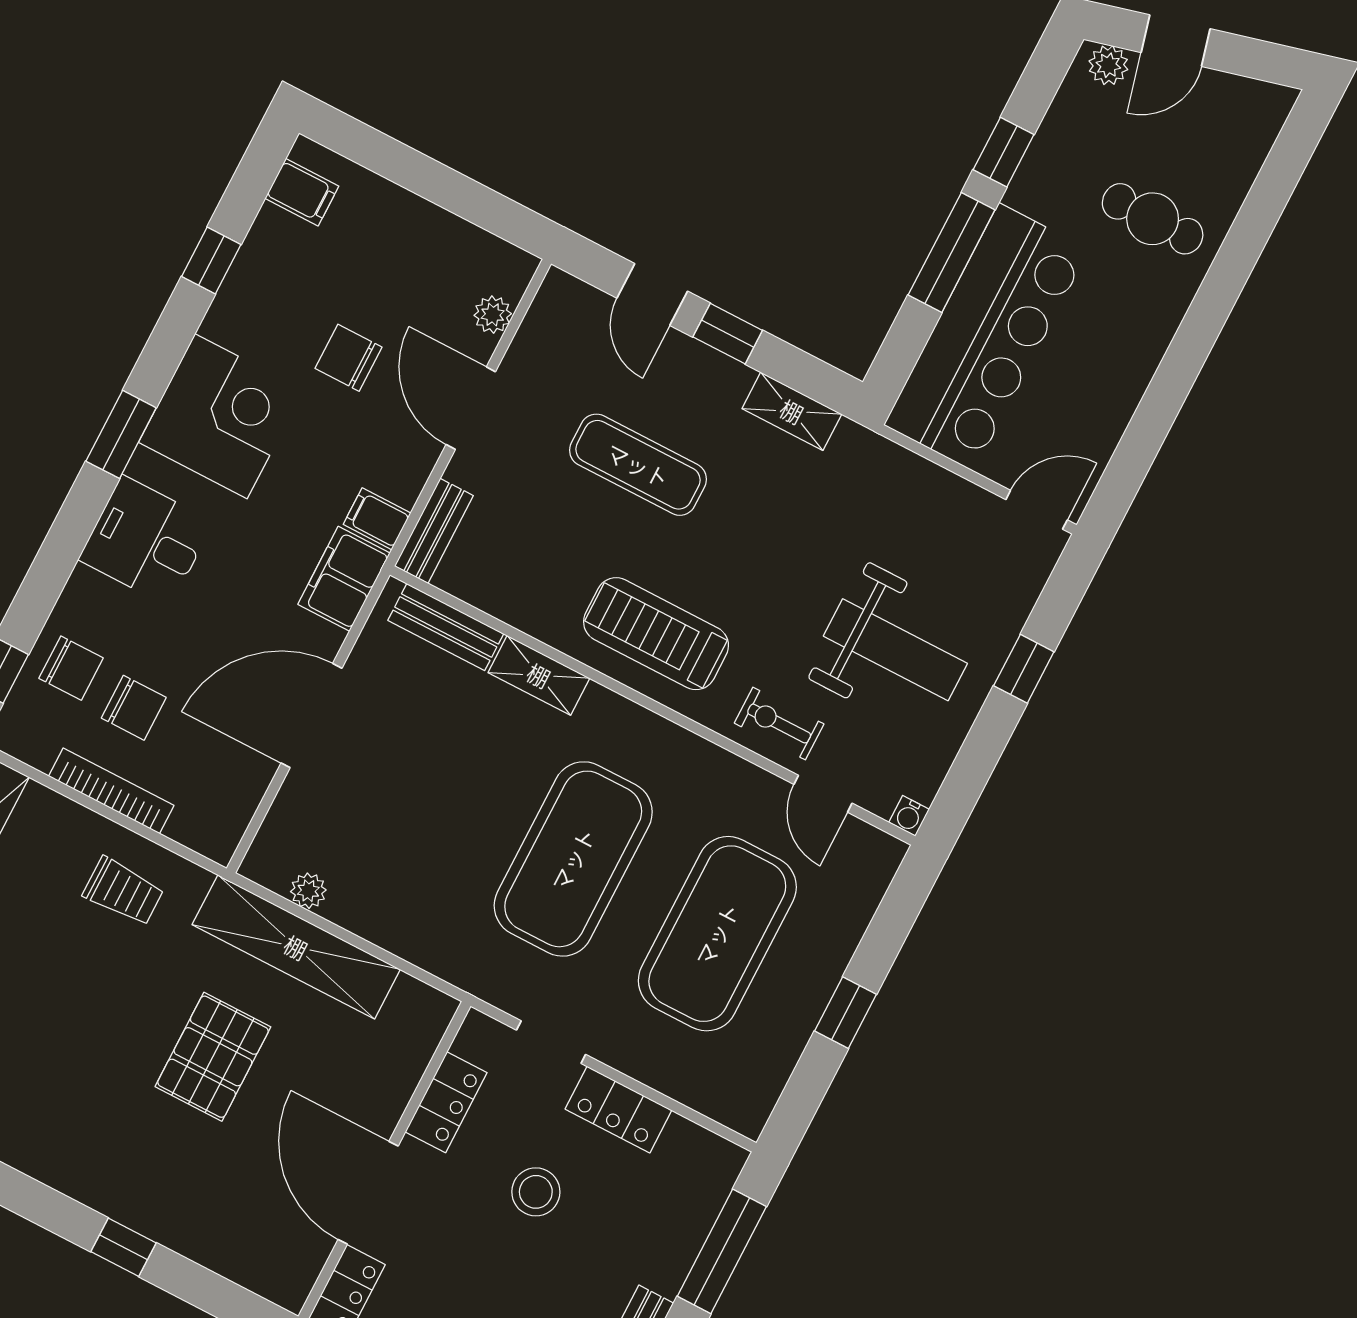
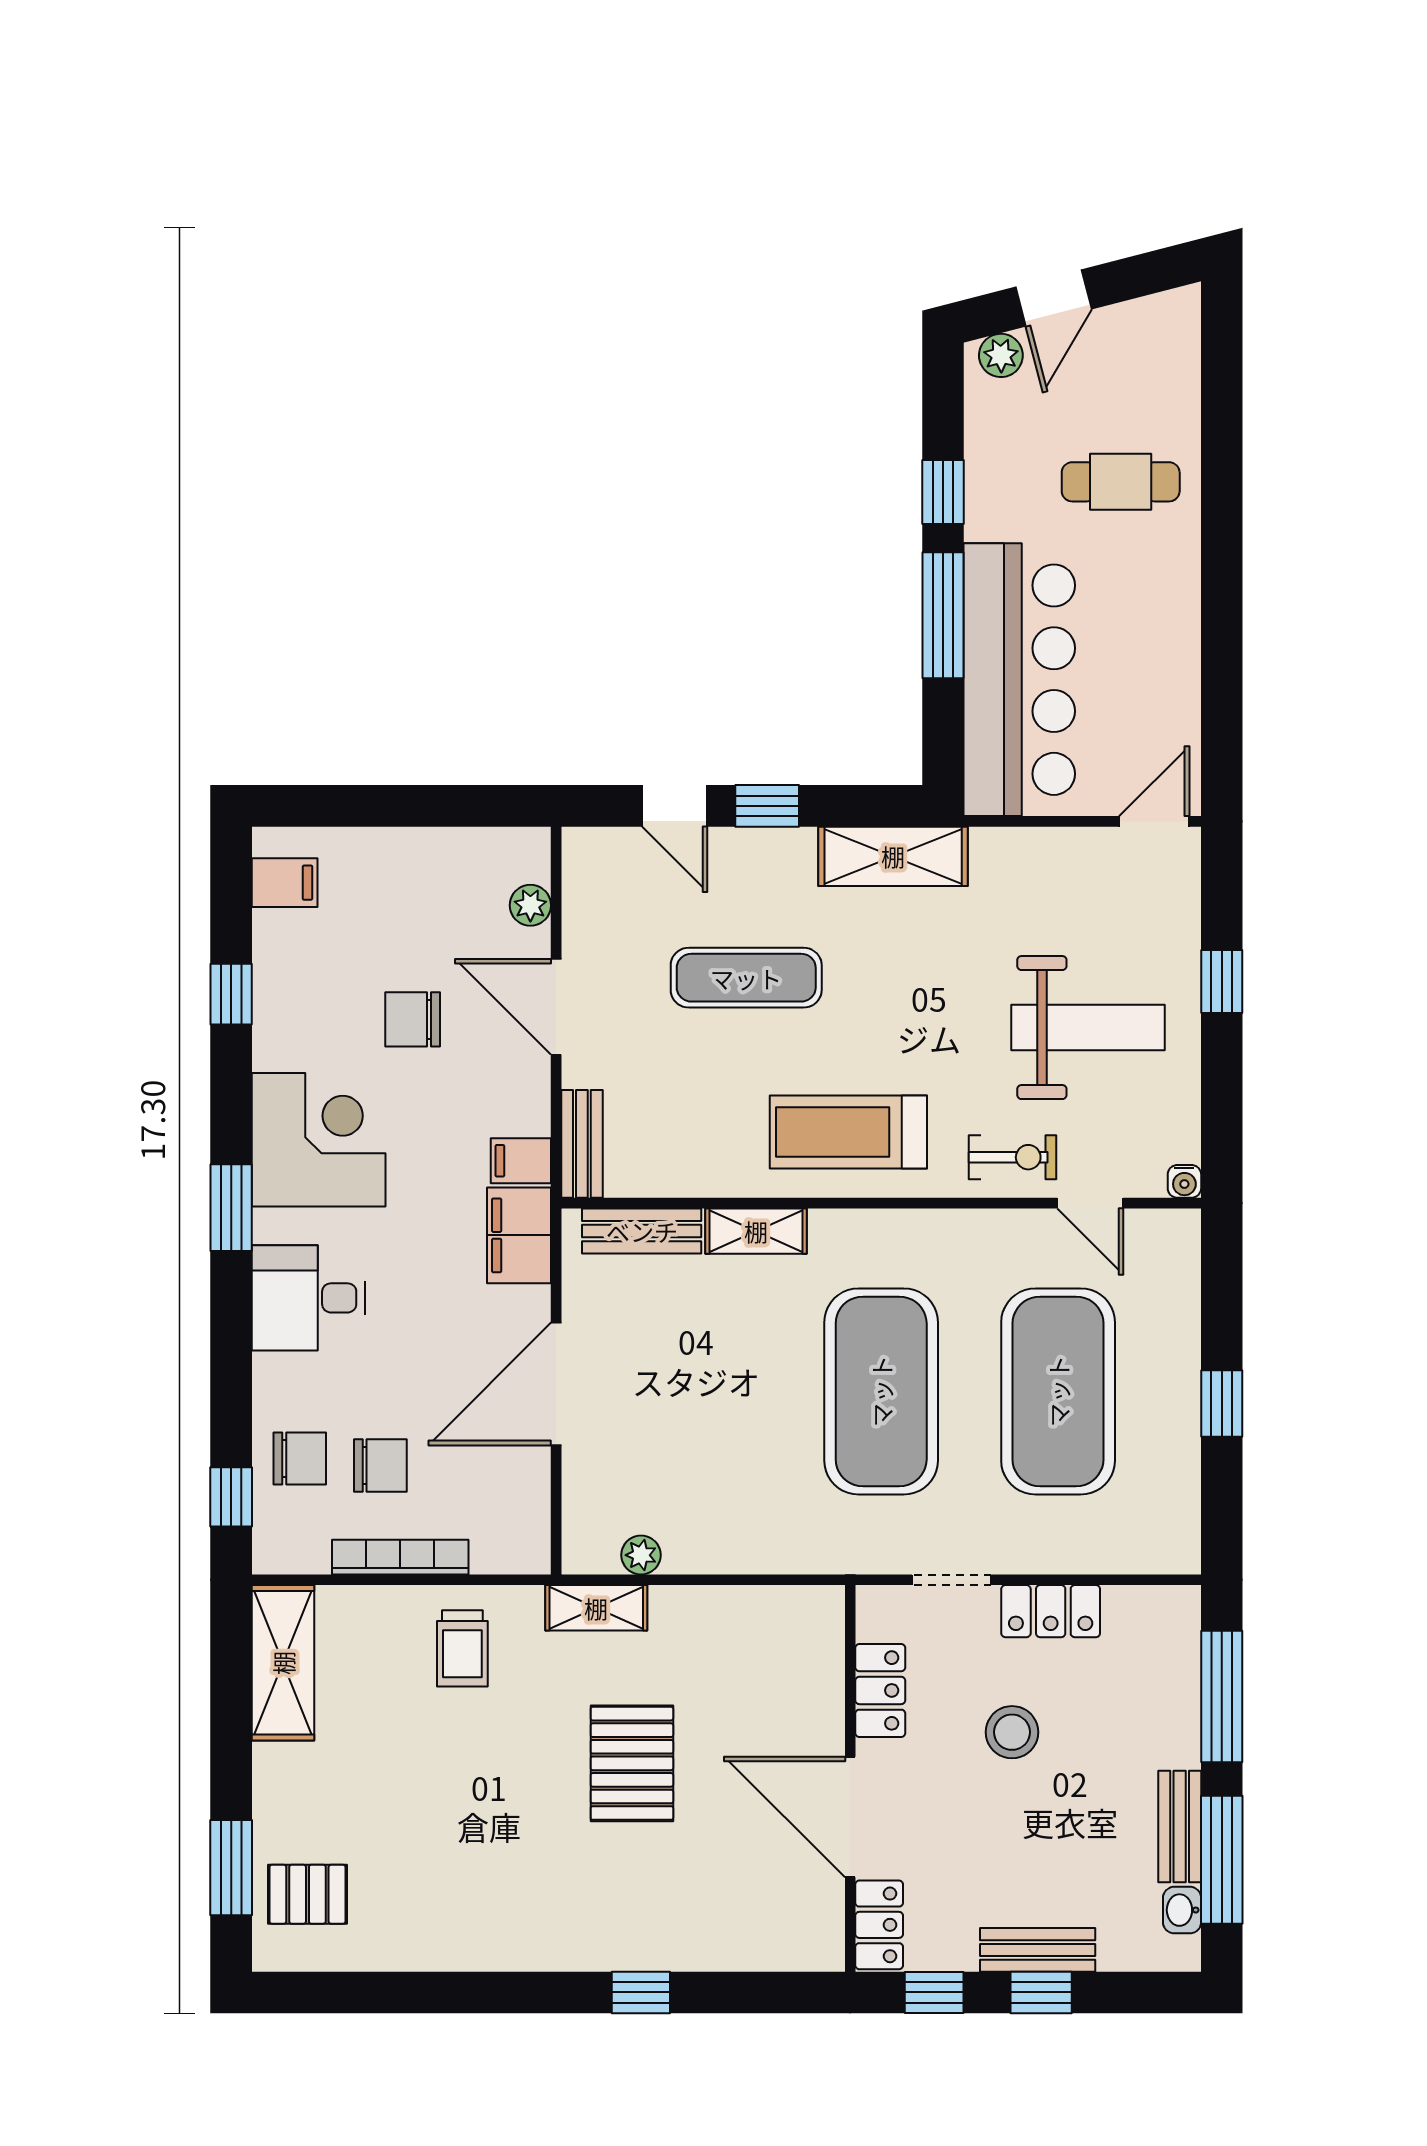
shelving: (792, 411) -> (893, 856), width x1.50, depth x1.33
exercise bike: (779, 724) -> (1012, 1157), turned 180
trolley: (123, 891) -> (462, 1648), turned 90
shelving: (296, 947) -> (596, 1608), width x0.45, depth x0.75

